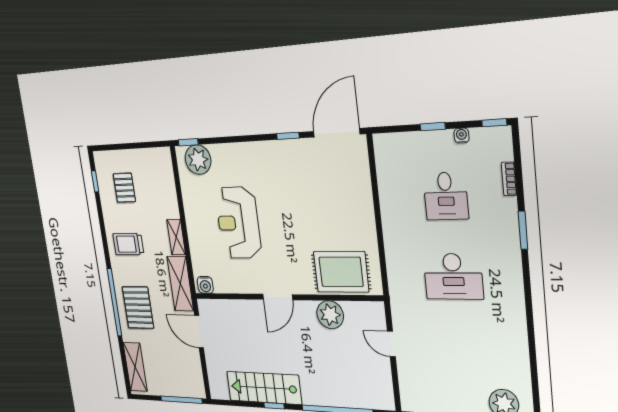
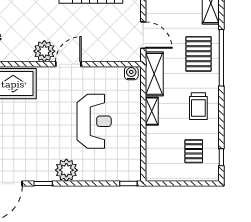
plant: (198, 160) -> (66, 170), moved
trolley: (128, 244) -> (198, 106), turned 90
plant: (330, 315) -> (44, 51), moved

